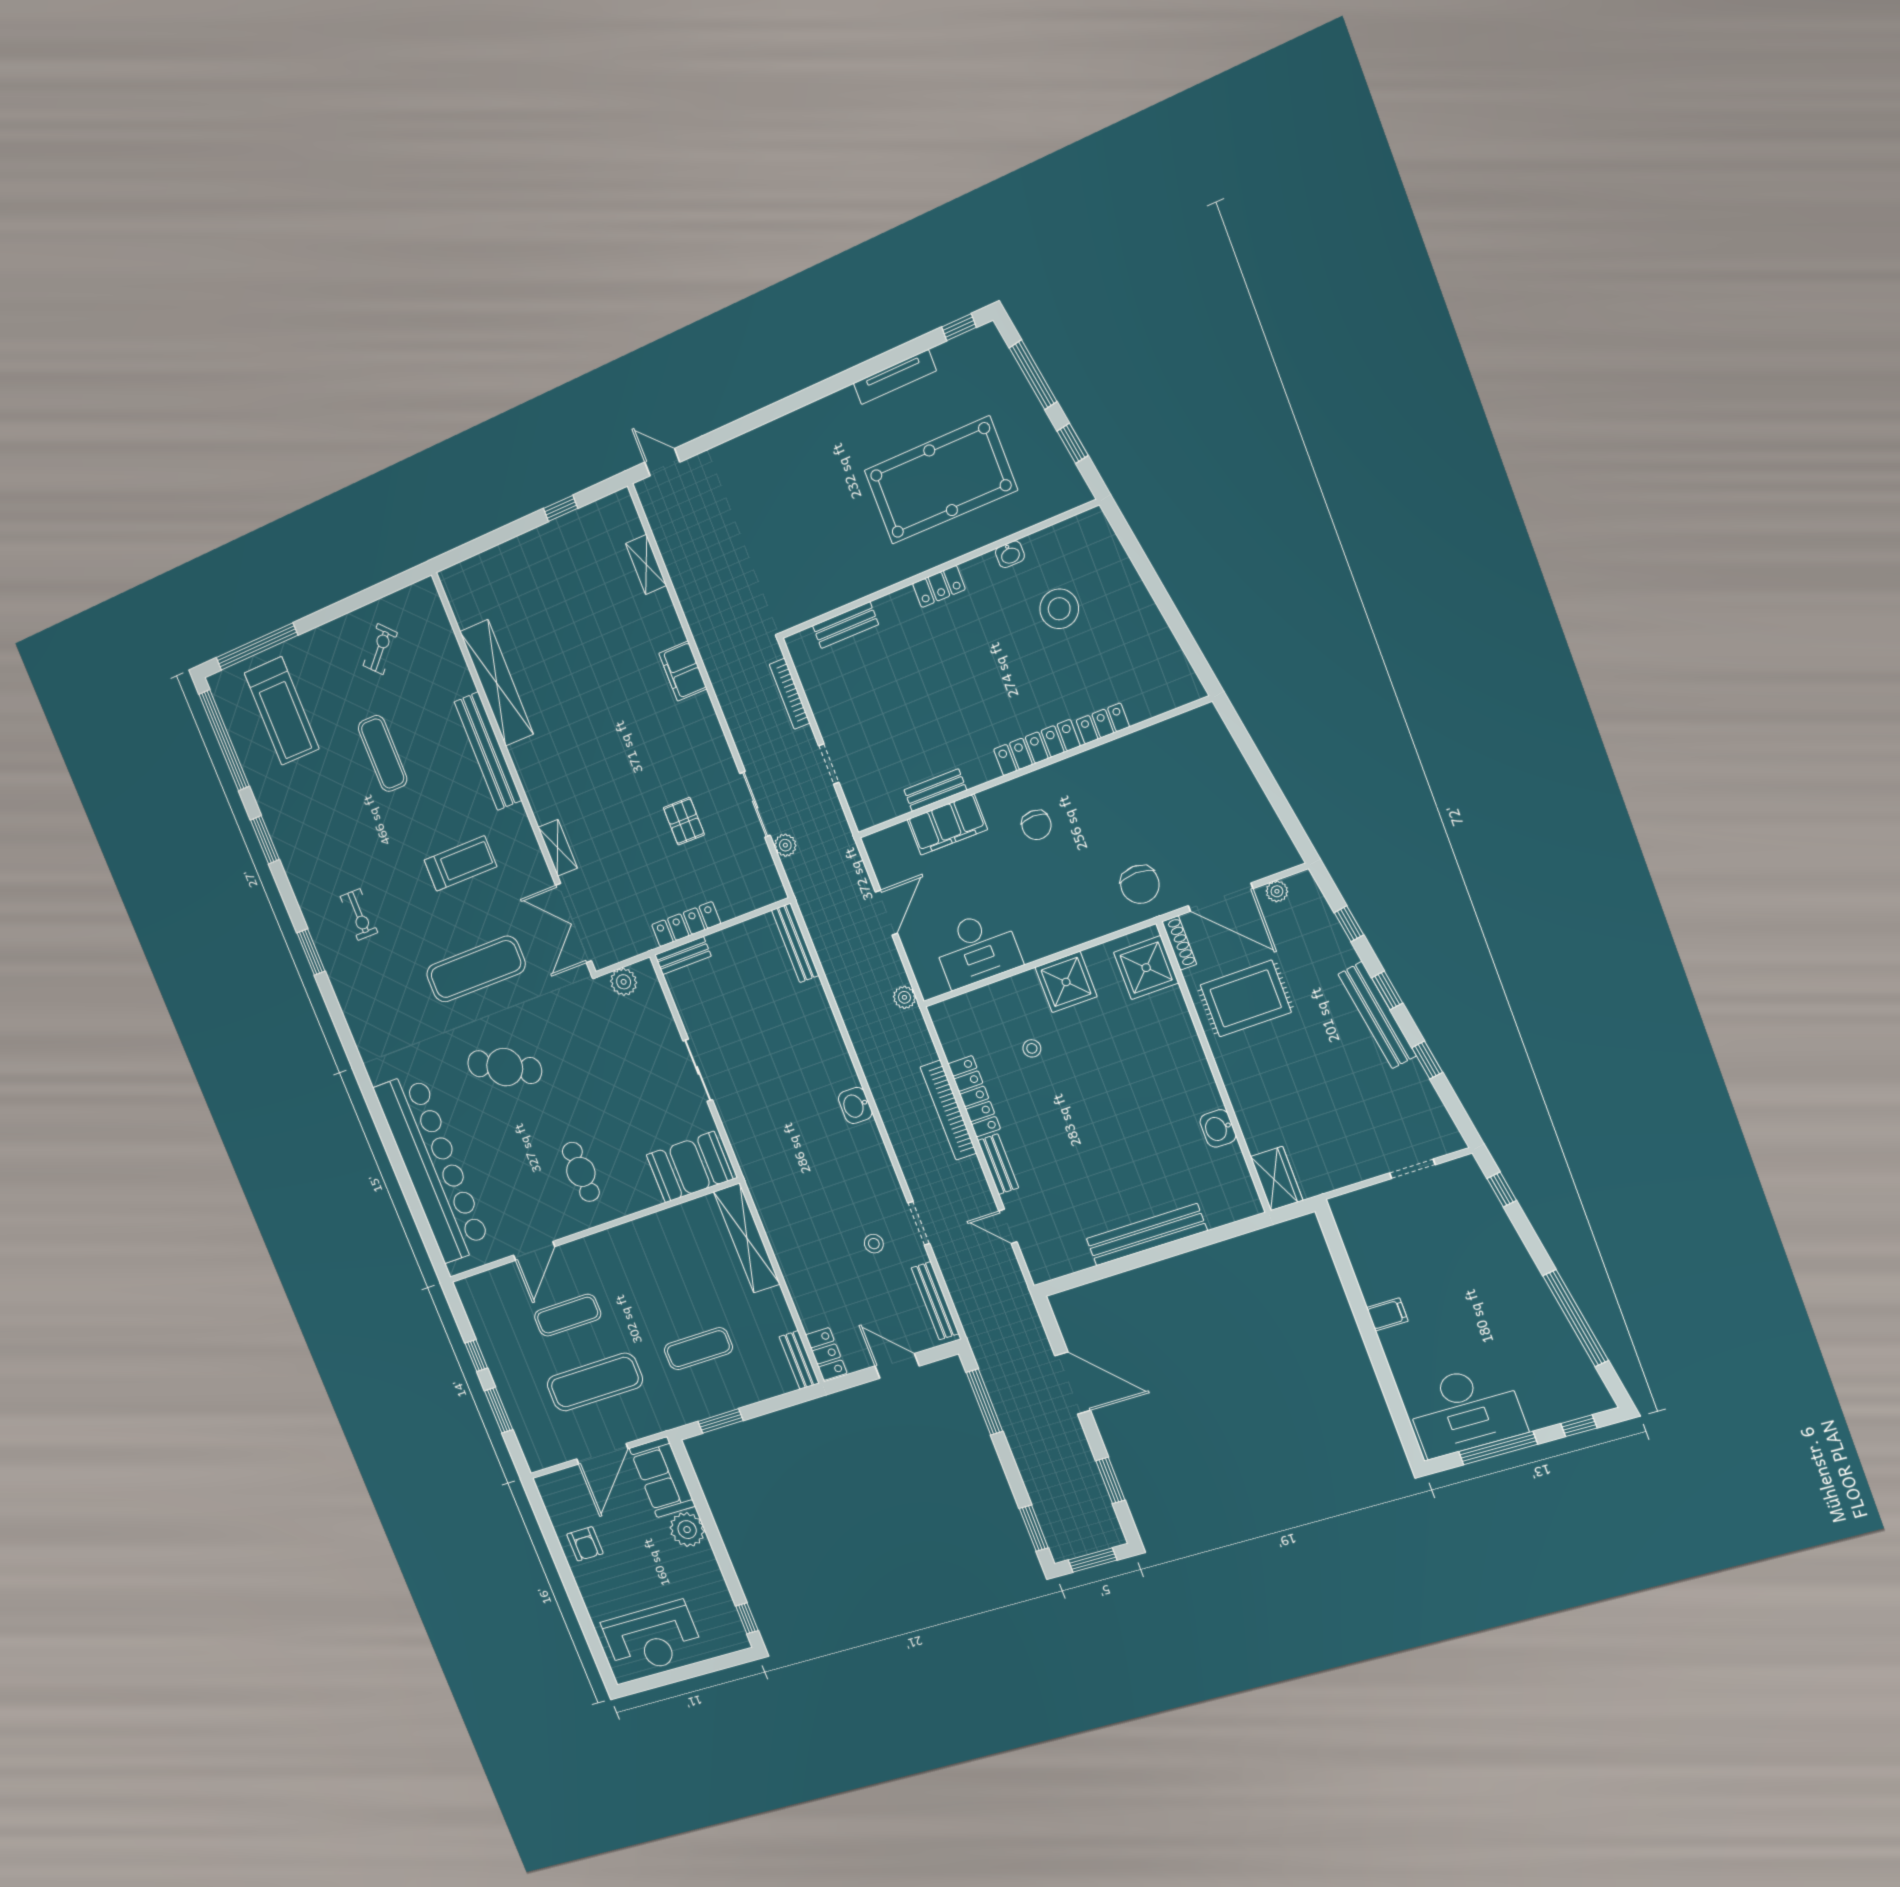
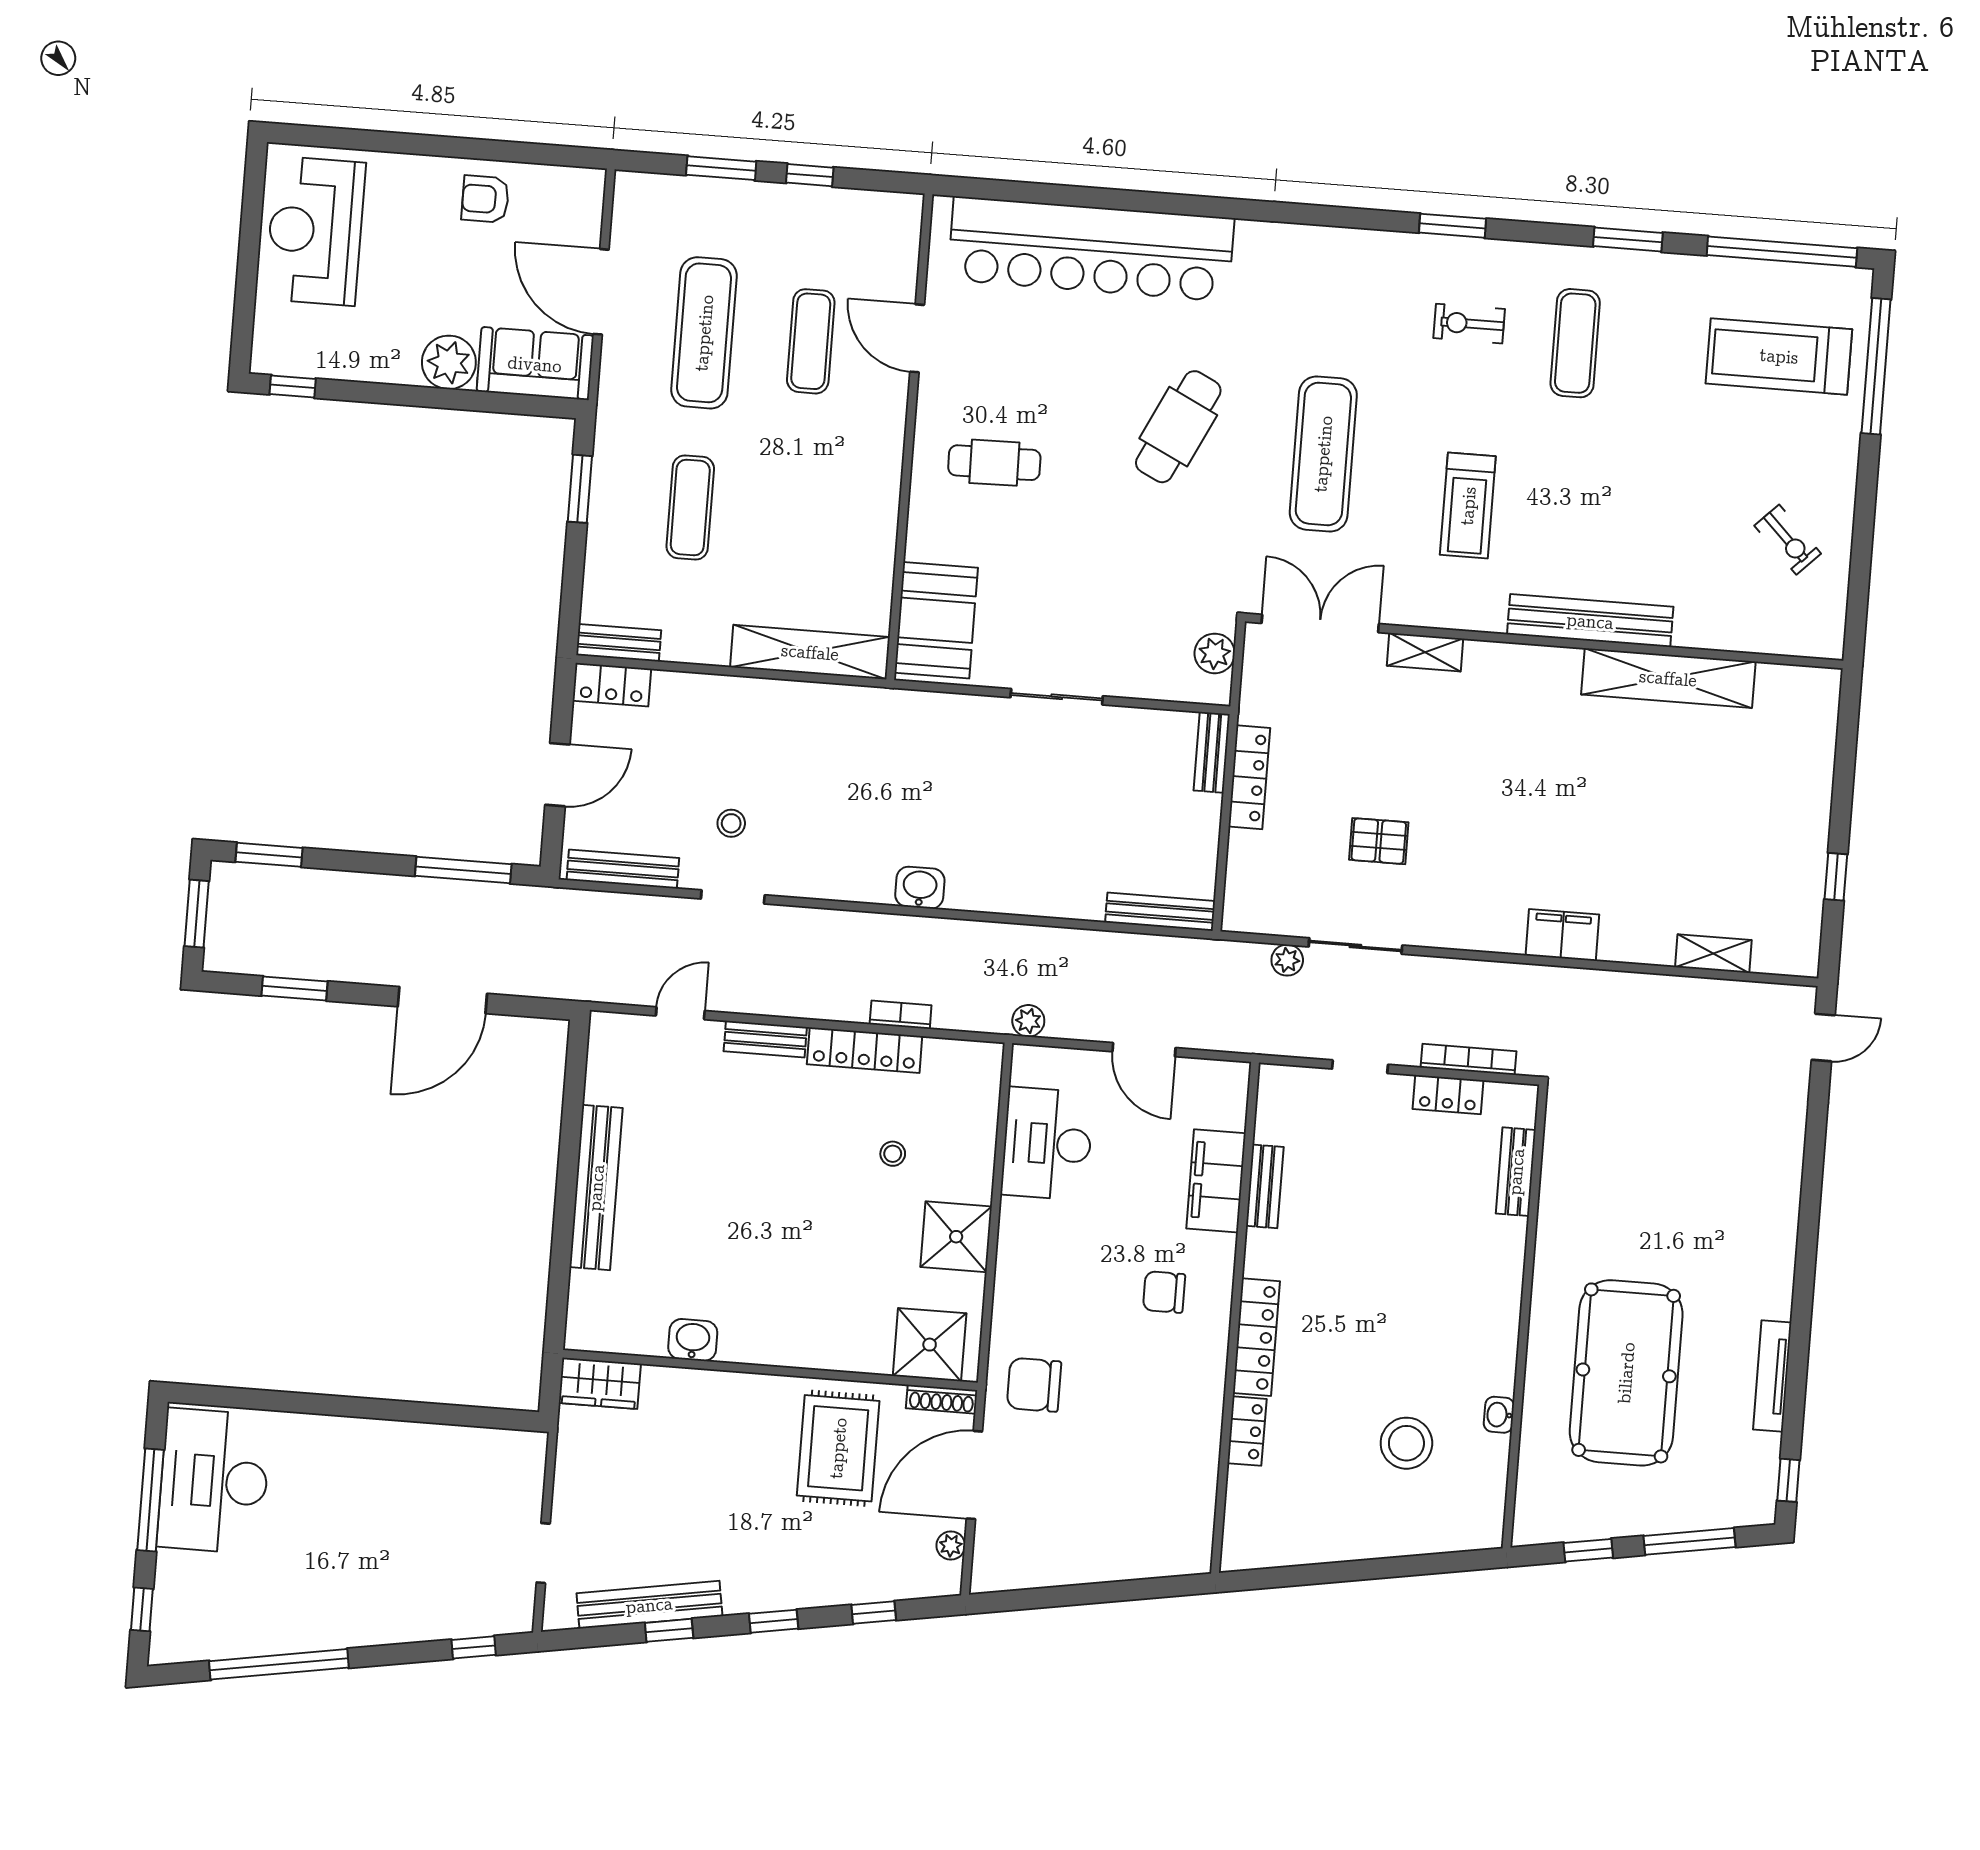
locker: (939, 586) -> (1448, 1095), moved, turned -90
exercise mat: (383, 754) -> (1575, 343), moved, turned 90
bench: (1377, 1015) -> (649, 1605), moved
bookcase: (948, 1110) -> (901, 1015), width x0.43, depth x0.76
filing cabinet: (1387, 1314) -> (373, 1441), removed

